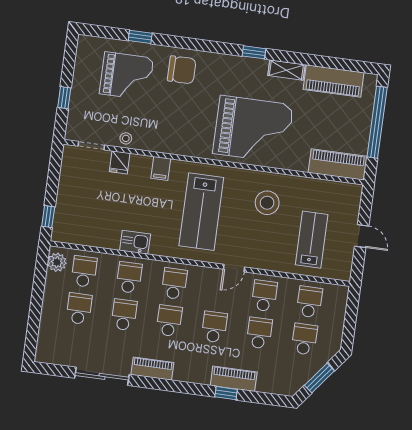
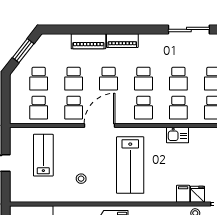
filing cabinet: (161, 168) -> (183, 194), moved
stool: (267, 203) -> (81, 179), width x0.53, depth x0.53
lab bench: (201, 212) -> (130, 165), turned 180
lab bench: (312, 240) -> (43, 155), turned 180
door: (234, 268) -> (100, 125), width x1.88
piano: (152, 369) -> (122, 41), moved
window: (226, 393) -> (93, 29), removed

